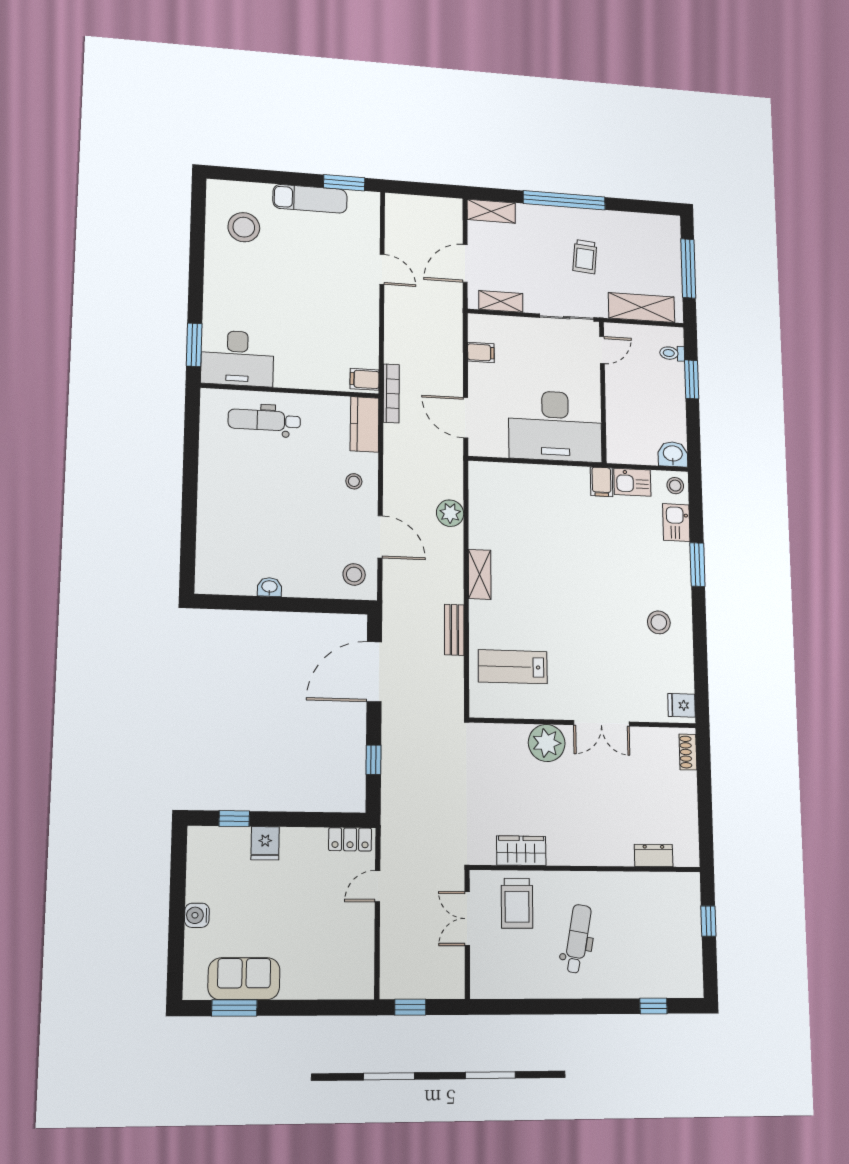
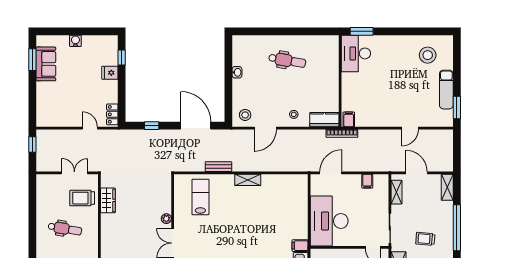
dental chair: (264, 420) -> (287, 60), moved, turned 100
plant: (450, 513) -> (279, 165), removed
plant: (547, 743) -> (166, 219), width x0.53, depth x0.53

